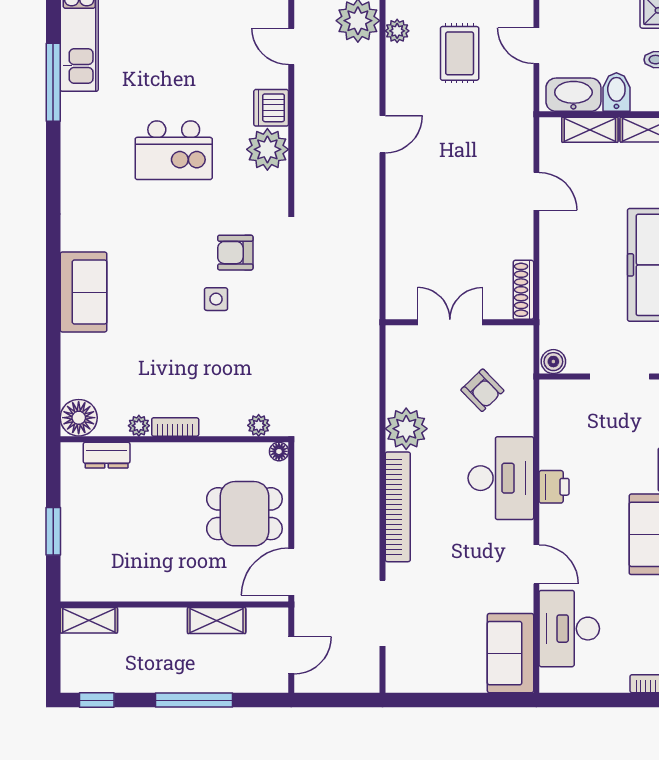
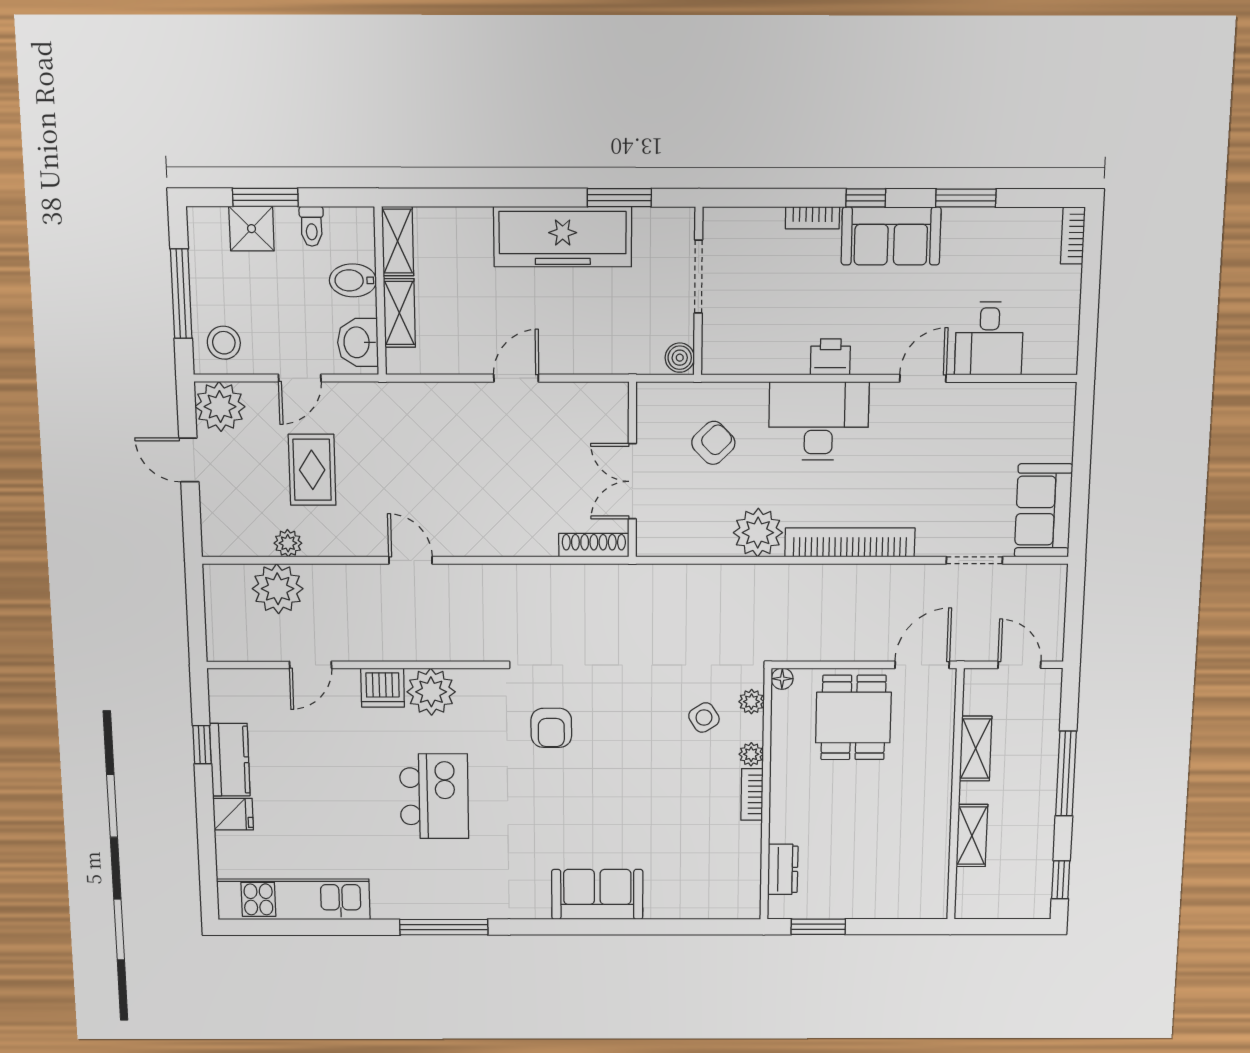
rug: (460, 53) -> (312, 470), turned 90
window: (53, 82) -> (444, 927), moved
washbasin: (573, 95) -> (358, 342), width x0.72
door: (536, 191) -> (516, 378), moved
shoe rack: (523, 290) -> (594, 545), moved, turned 180
side table: (216, 299) -> (704, 718), moved, turned -32
floor lamp: (79, 418) -> (740, 899), removed
plant: (139, 426) -> (751, 754), moved
window: (53, 531) -> (818, 927), moved
door: (291, 572) -> (922, 665), swing flipped
doorway: (382, 613) -> (974, 560), width x0.73
shelving: (89, 620) -> (972, 836), moved
desk: (569, 629) -> (989, 339), width x0.73
sofa: (511, 653) -> (1043, 511), moved, turned 90

